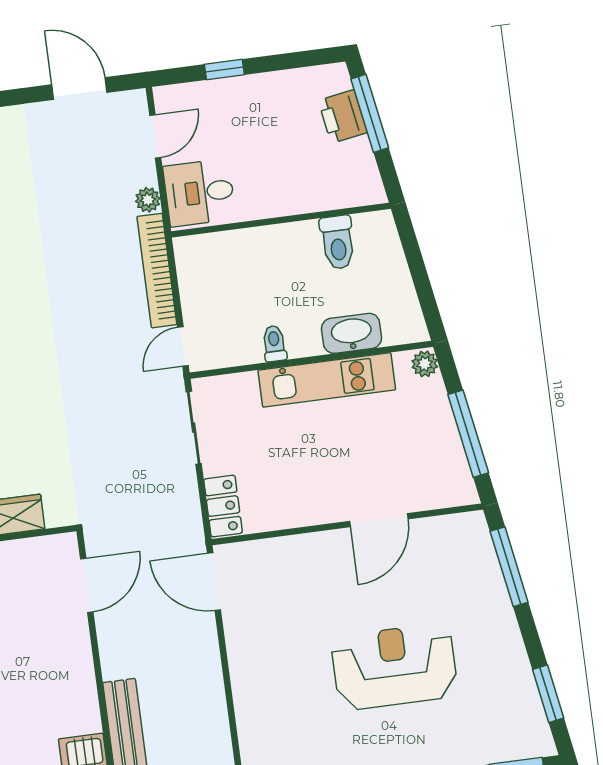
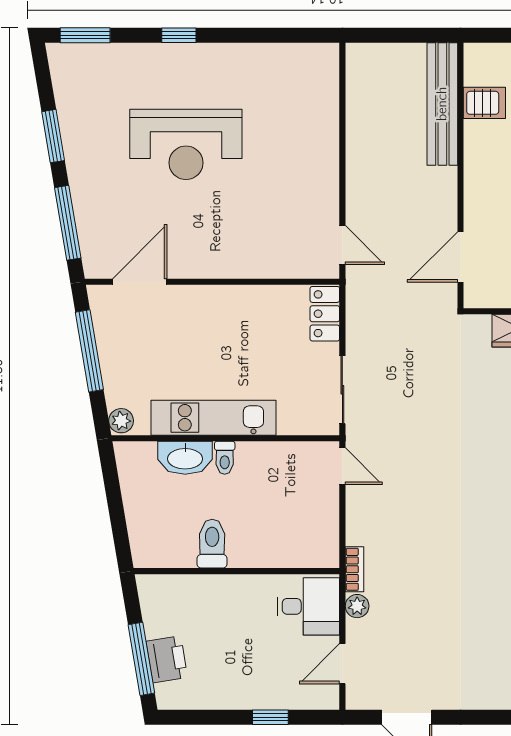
toilet: (338, 242) -> (212, 544), moved
bookcase: (157, 271) -> (354, 569), width x0.43, depth x0.76
toilet: (274, 344) -> (225, 458), moved
door: (183, 346) -> (342, 466), hinge flipped
door: (379, 520) -> (140, 282), moved
door: (214, 582) -> (342, 245), width x0.73
window: (548, 694) -> (53, 136), moved

